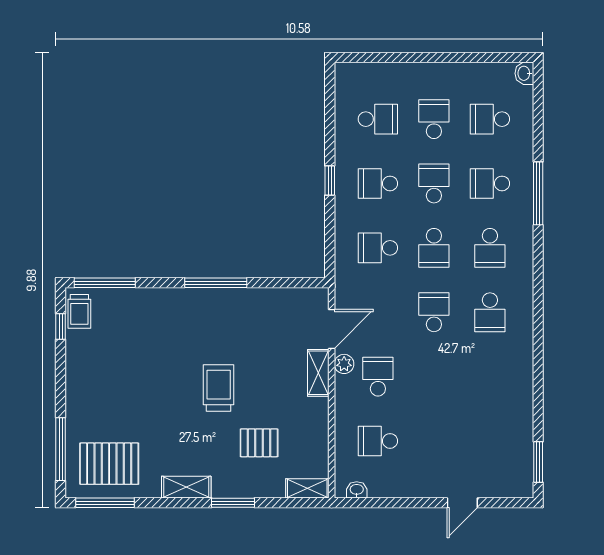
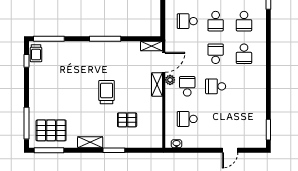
school desk: (434, 377) -> (216, 86), added
shelving: (307, 488) -> (151, 46), moved

